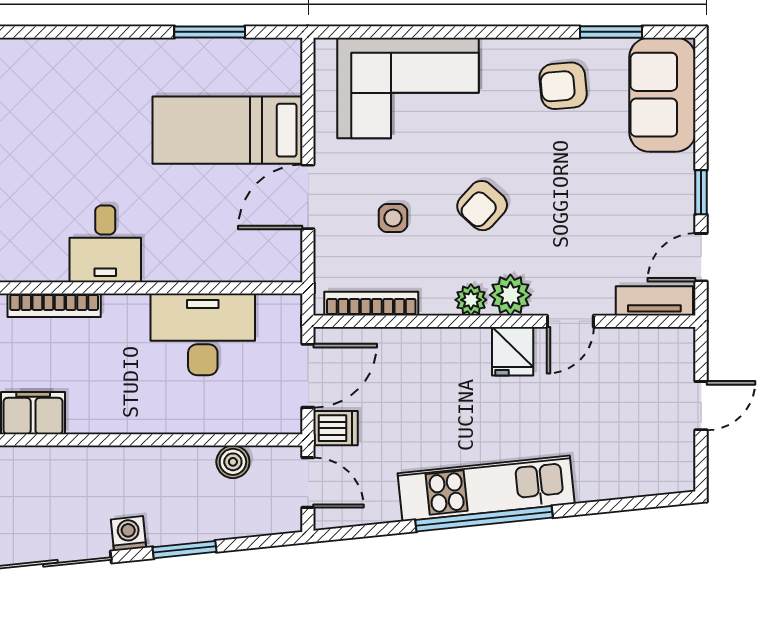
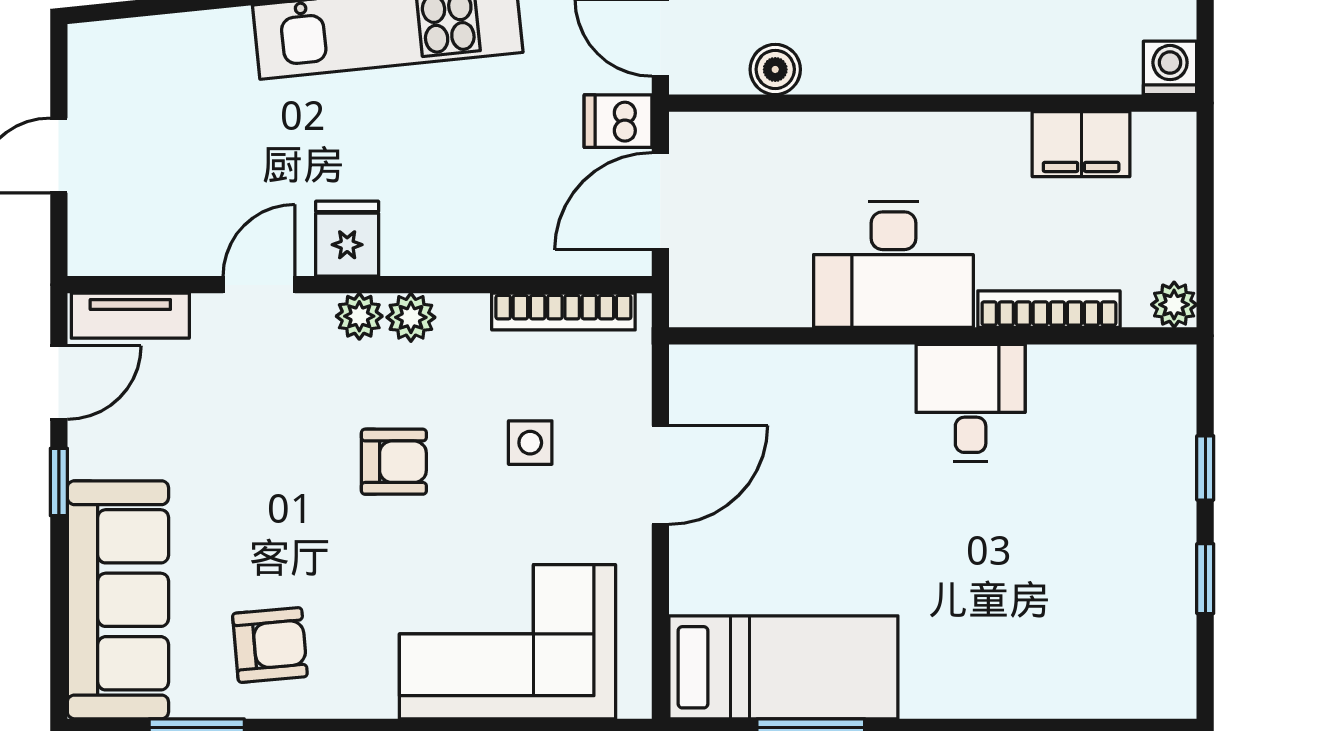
sofa: (662, 95) -> (118, 600), width x1.36
bed: (228, 130) -> (783, 667), moved
armchair: (482, 206) -> (394, 462), turned 48
plant: (510, 295) -> (359, 316), width x0.73, depth x0.73
desk: (203, 334) -> (893, 265), moved

